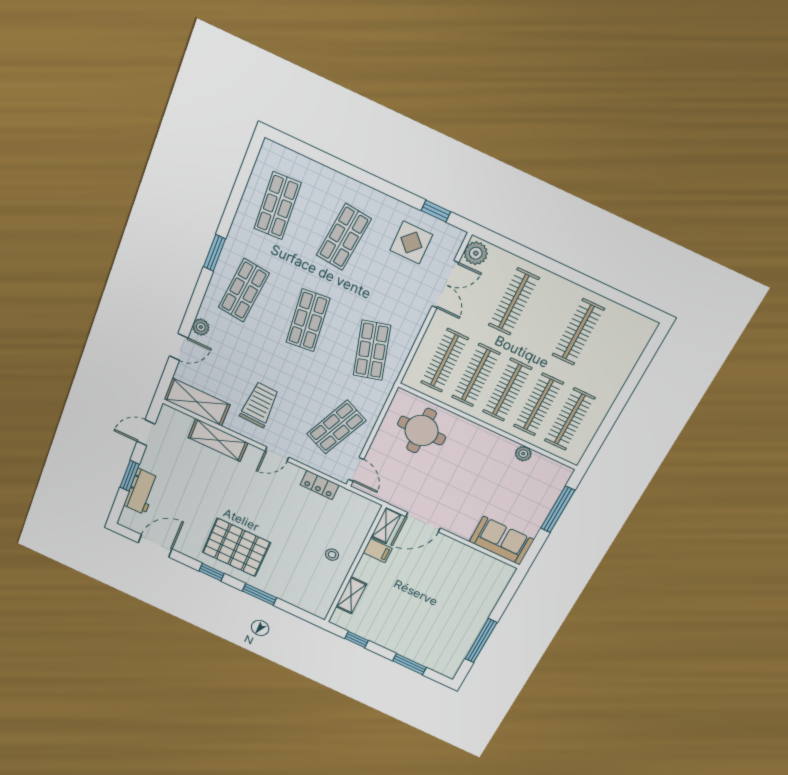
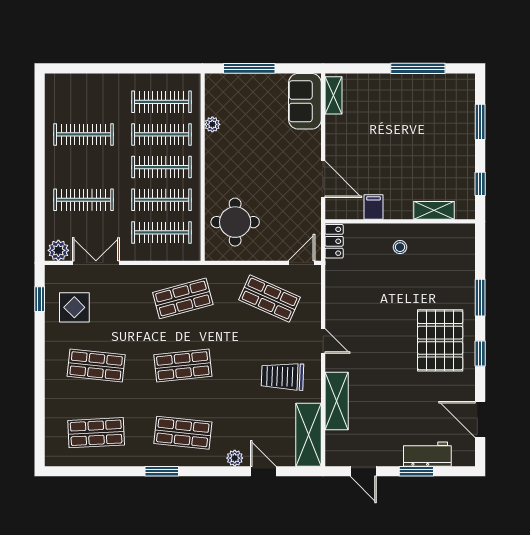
locker: (320, 485) -> (334, 241), moved
shelving: (386, 526) -> (333, 95), moved, turned 90

